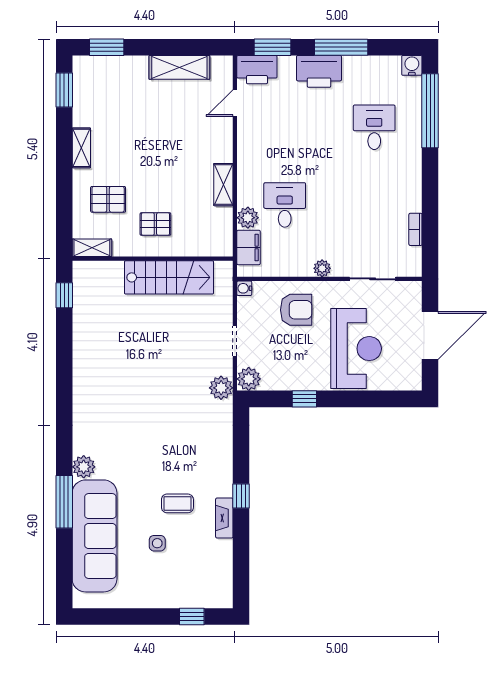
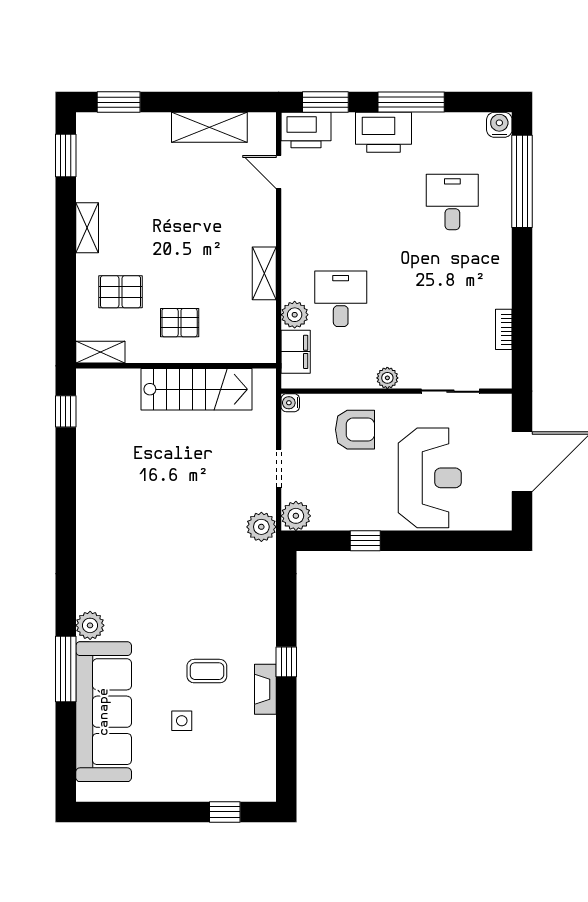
door: (235, 103) -> (279, 172), hinge flipped

